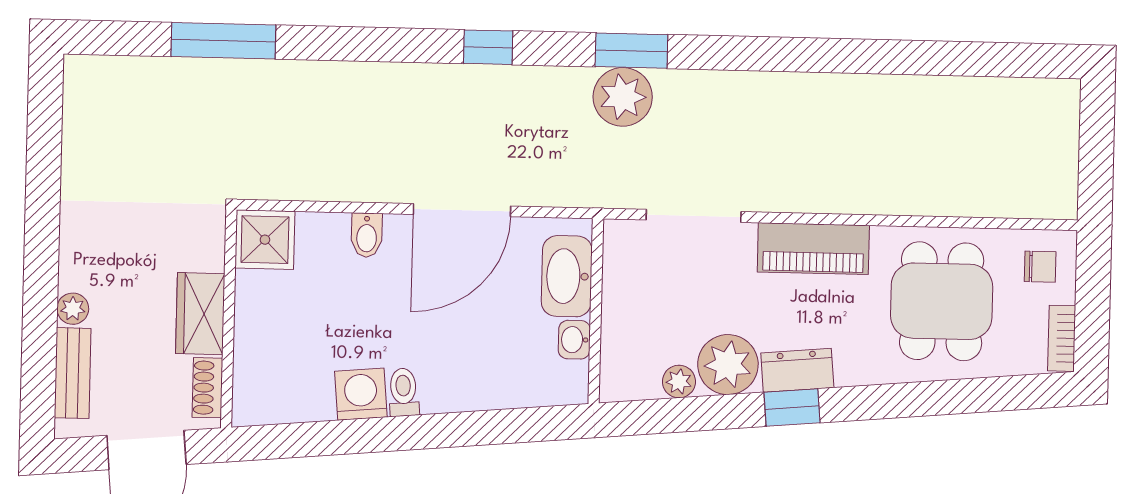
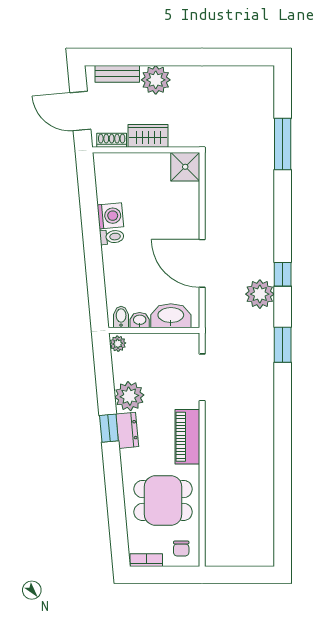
plant: (623, 97) -> (260, 294), moved
bidet: (367, 235) -> (121, 317), moved, turned 90
plant: (73, 309) -> (156, 80), width x1.88, depth x1.88
plant: (679, 382) -> (118, 344), moved

